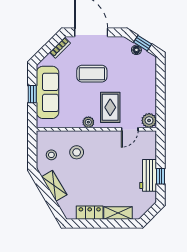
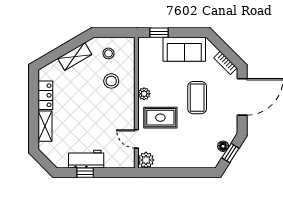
sofa: (48, 92) -> (184, 49), width x0.73
window: (32, 94) -> (159, 33), moved

